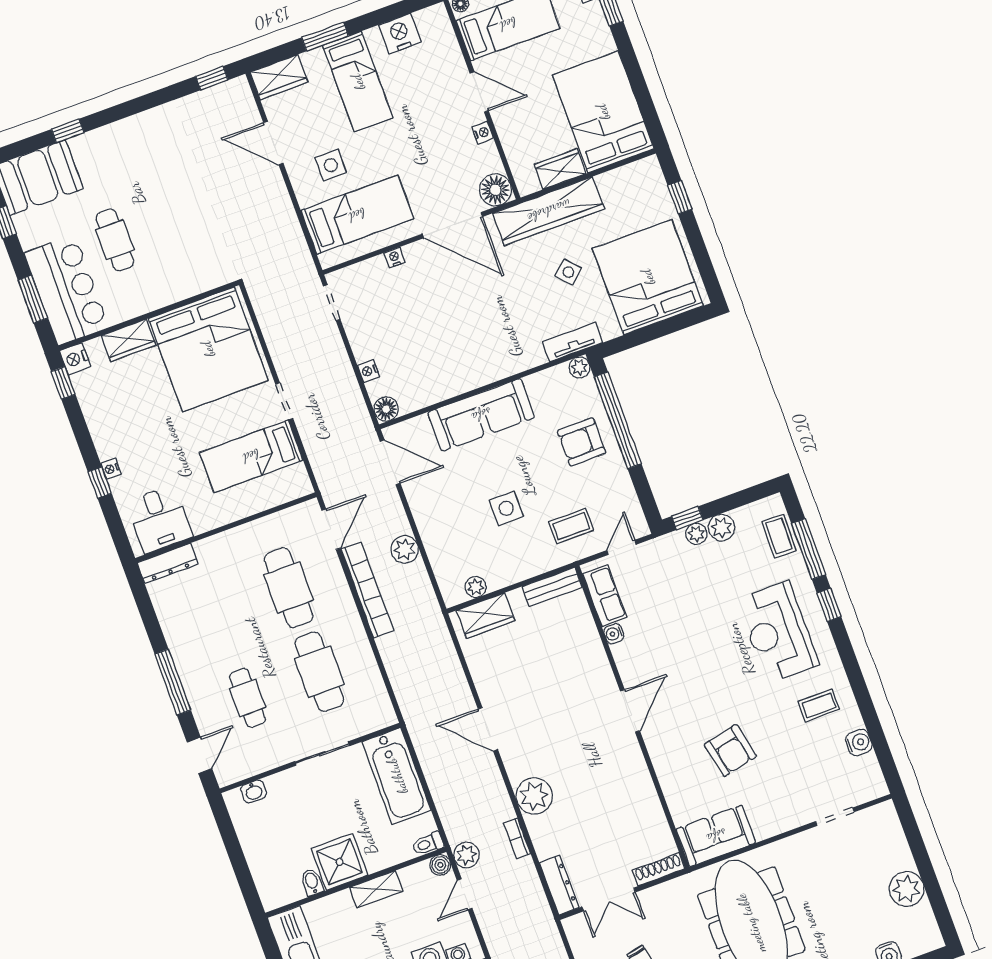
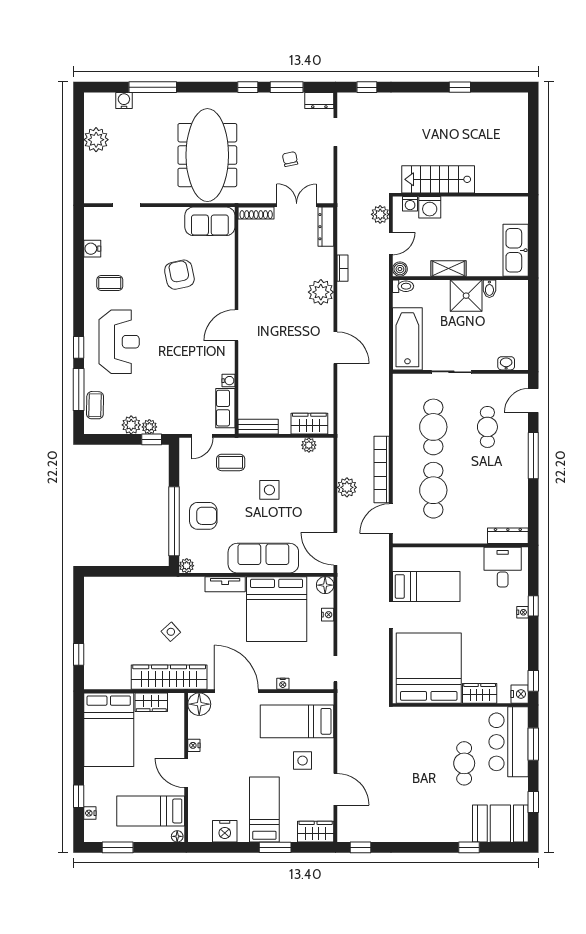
bed: (648, 277) -> (277, 609), moved
tv unit: (573, 342) -> (225, 584), moved
plant: (466, 855) -> (380, 214), moved

